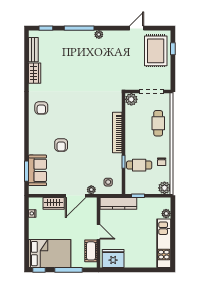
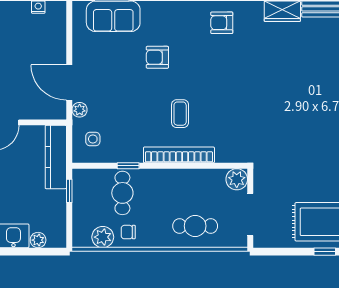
coffee table: (94, 132) -> (180, 114), added
plant: (164, 188) -> (103, 237), moved
wardrobe: (54, 203) -> (56, 44), removed

